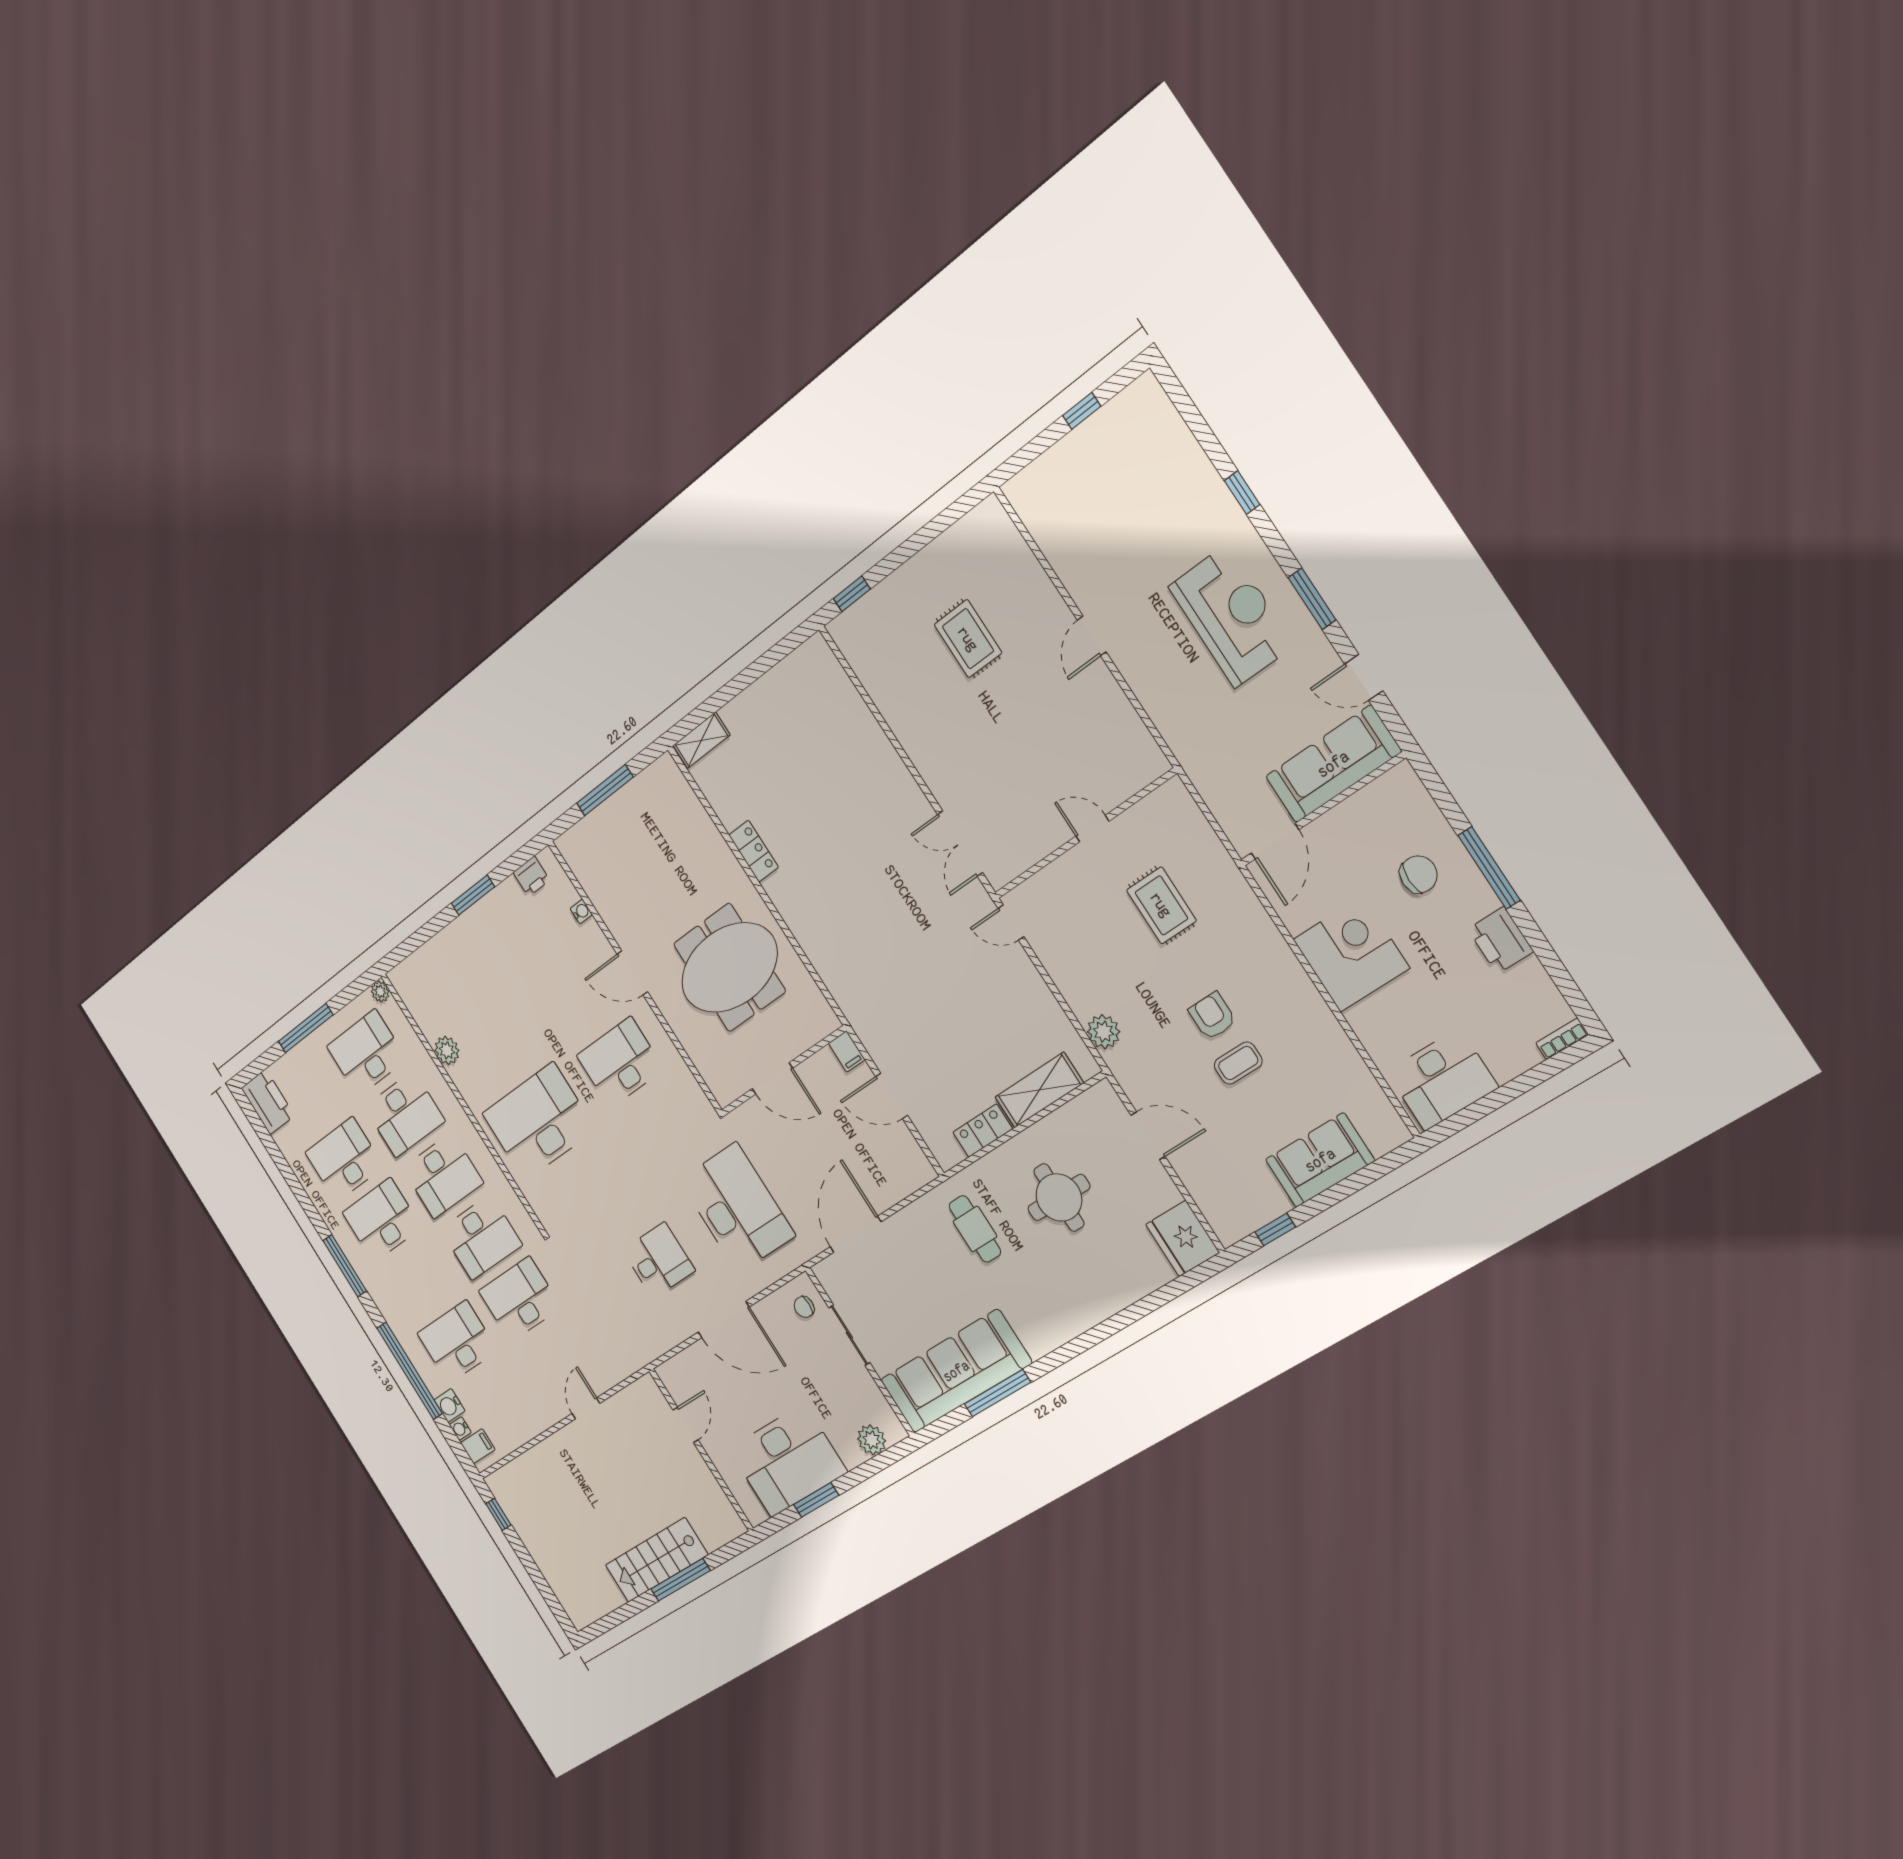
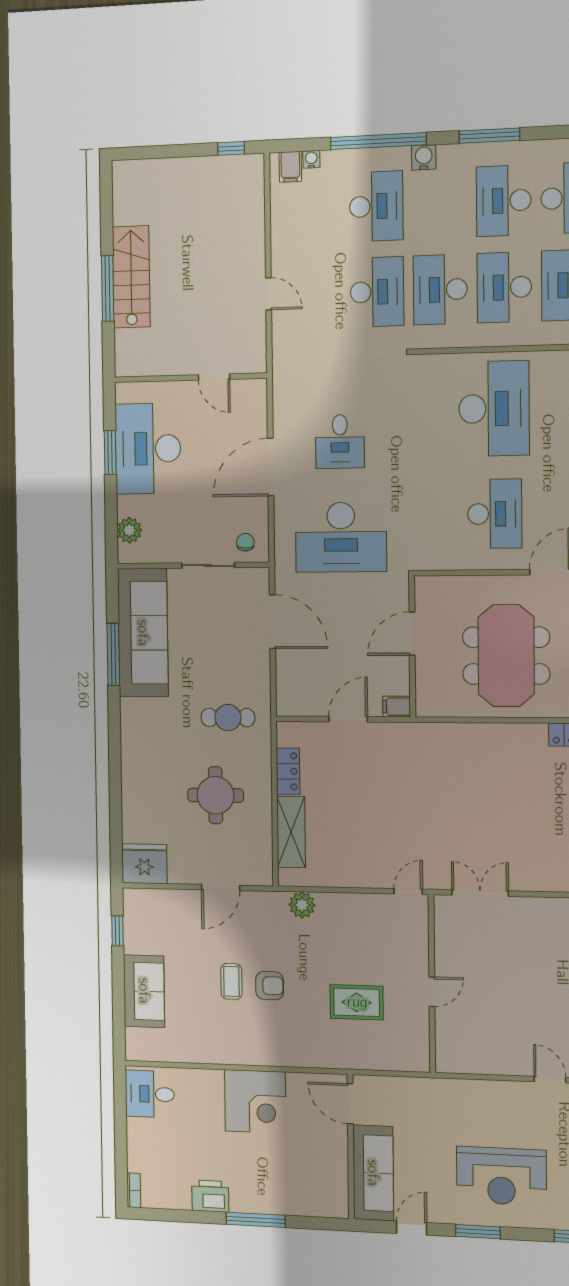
chair: (1419, 874) -> (277, 1176), removed
desk: (1442, 1080) -> (150, 1094), width x0.73
desk: (382, 1220) -> (504, 201), turned 180
water cooler: (450, 1405) -> (424, 157), moved

